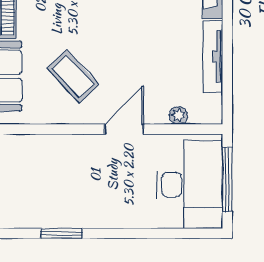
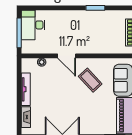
door: (124, 129) -> (67, 56), hinge flipped
desk: (190, 185) -> (33, 25), width x0.73, depth x0.77

